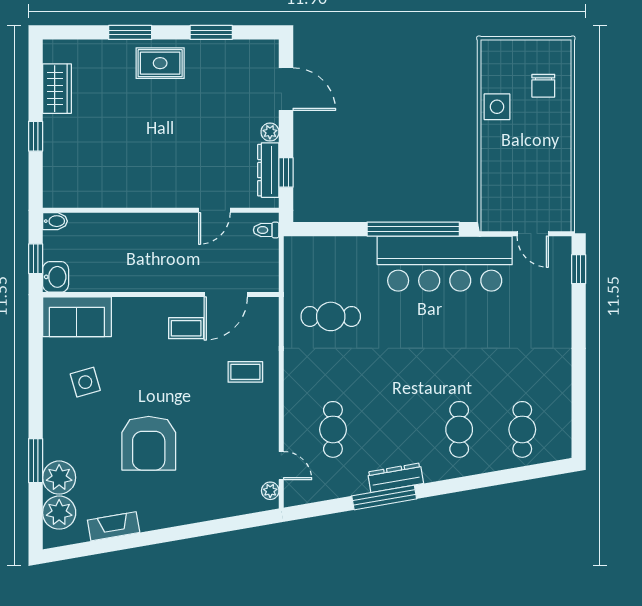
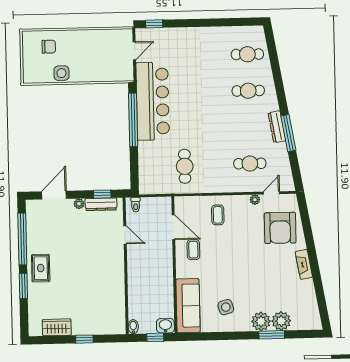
window: (211, 32) -> (22, 239), width x2.11
sofa: (77, 317) -> (188, 306), width x1.36
armchair: (149, 443) -> (280, 228), moved, turned 90
plant: (270, 491) -> (255, 200), moved
plant: (59, 513) -> (261, 321), moved
fireplace: (114, 526) -> (304, 264), moved

